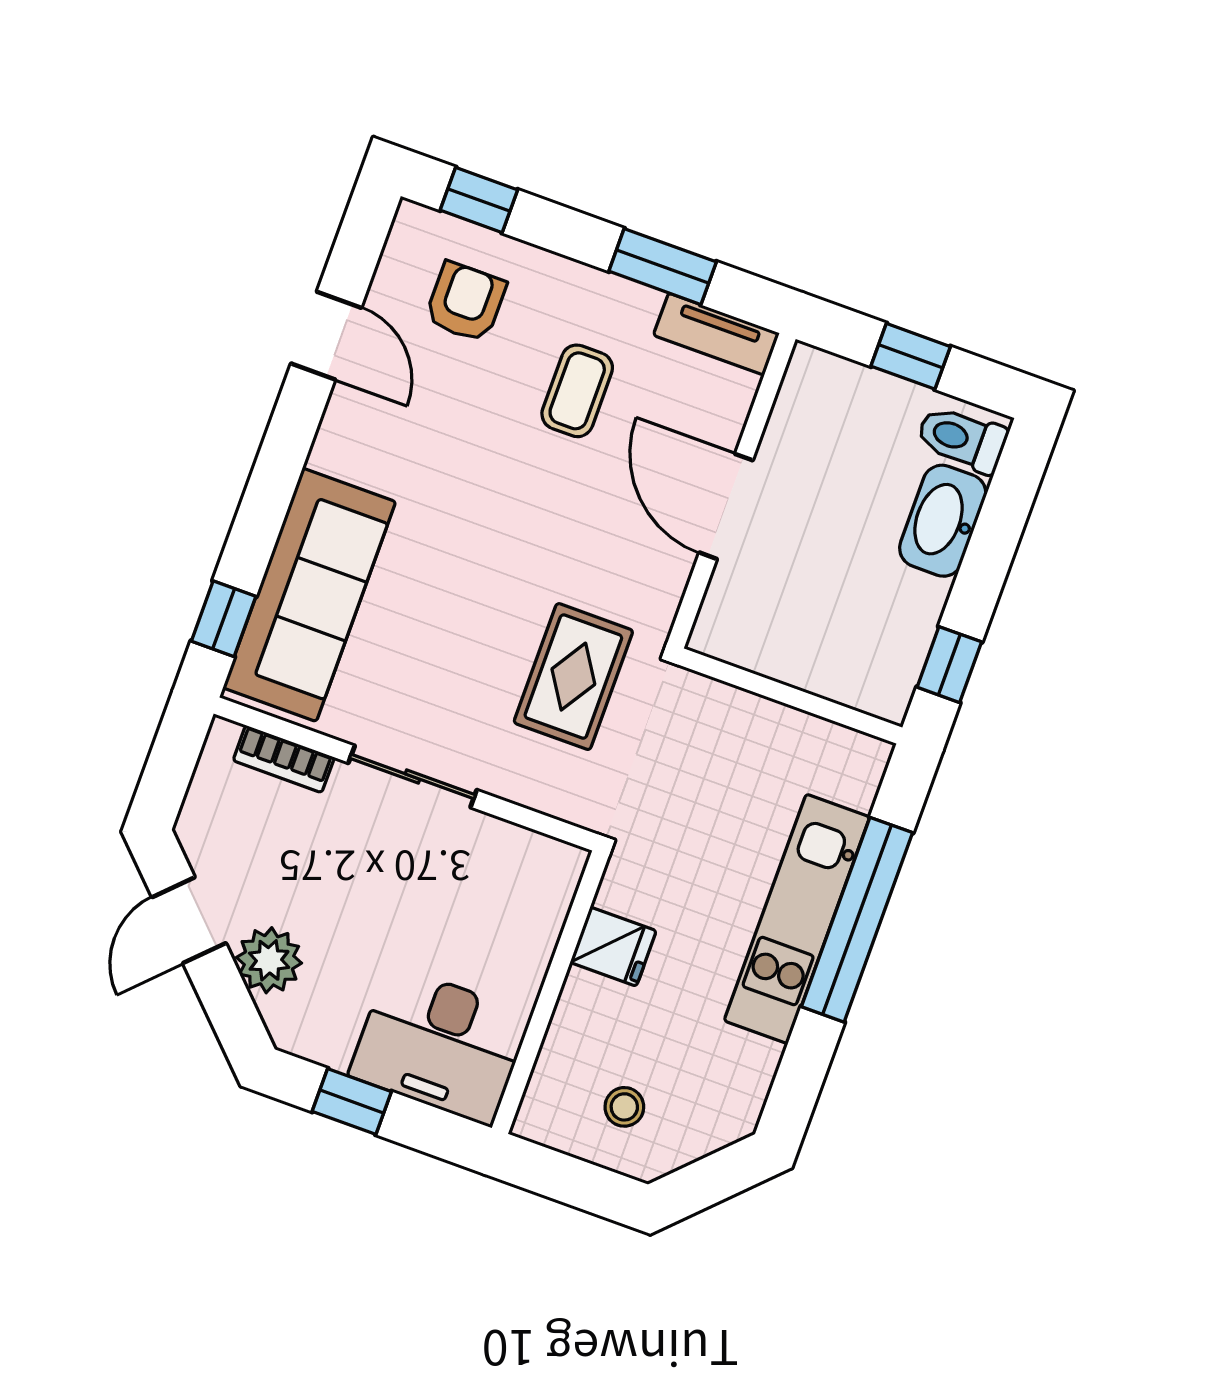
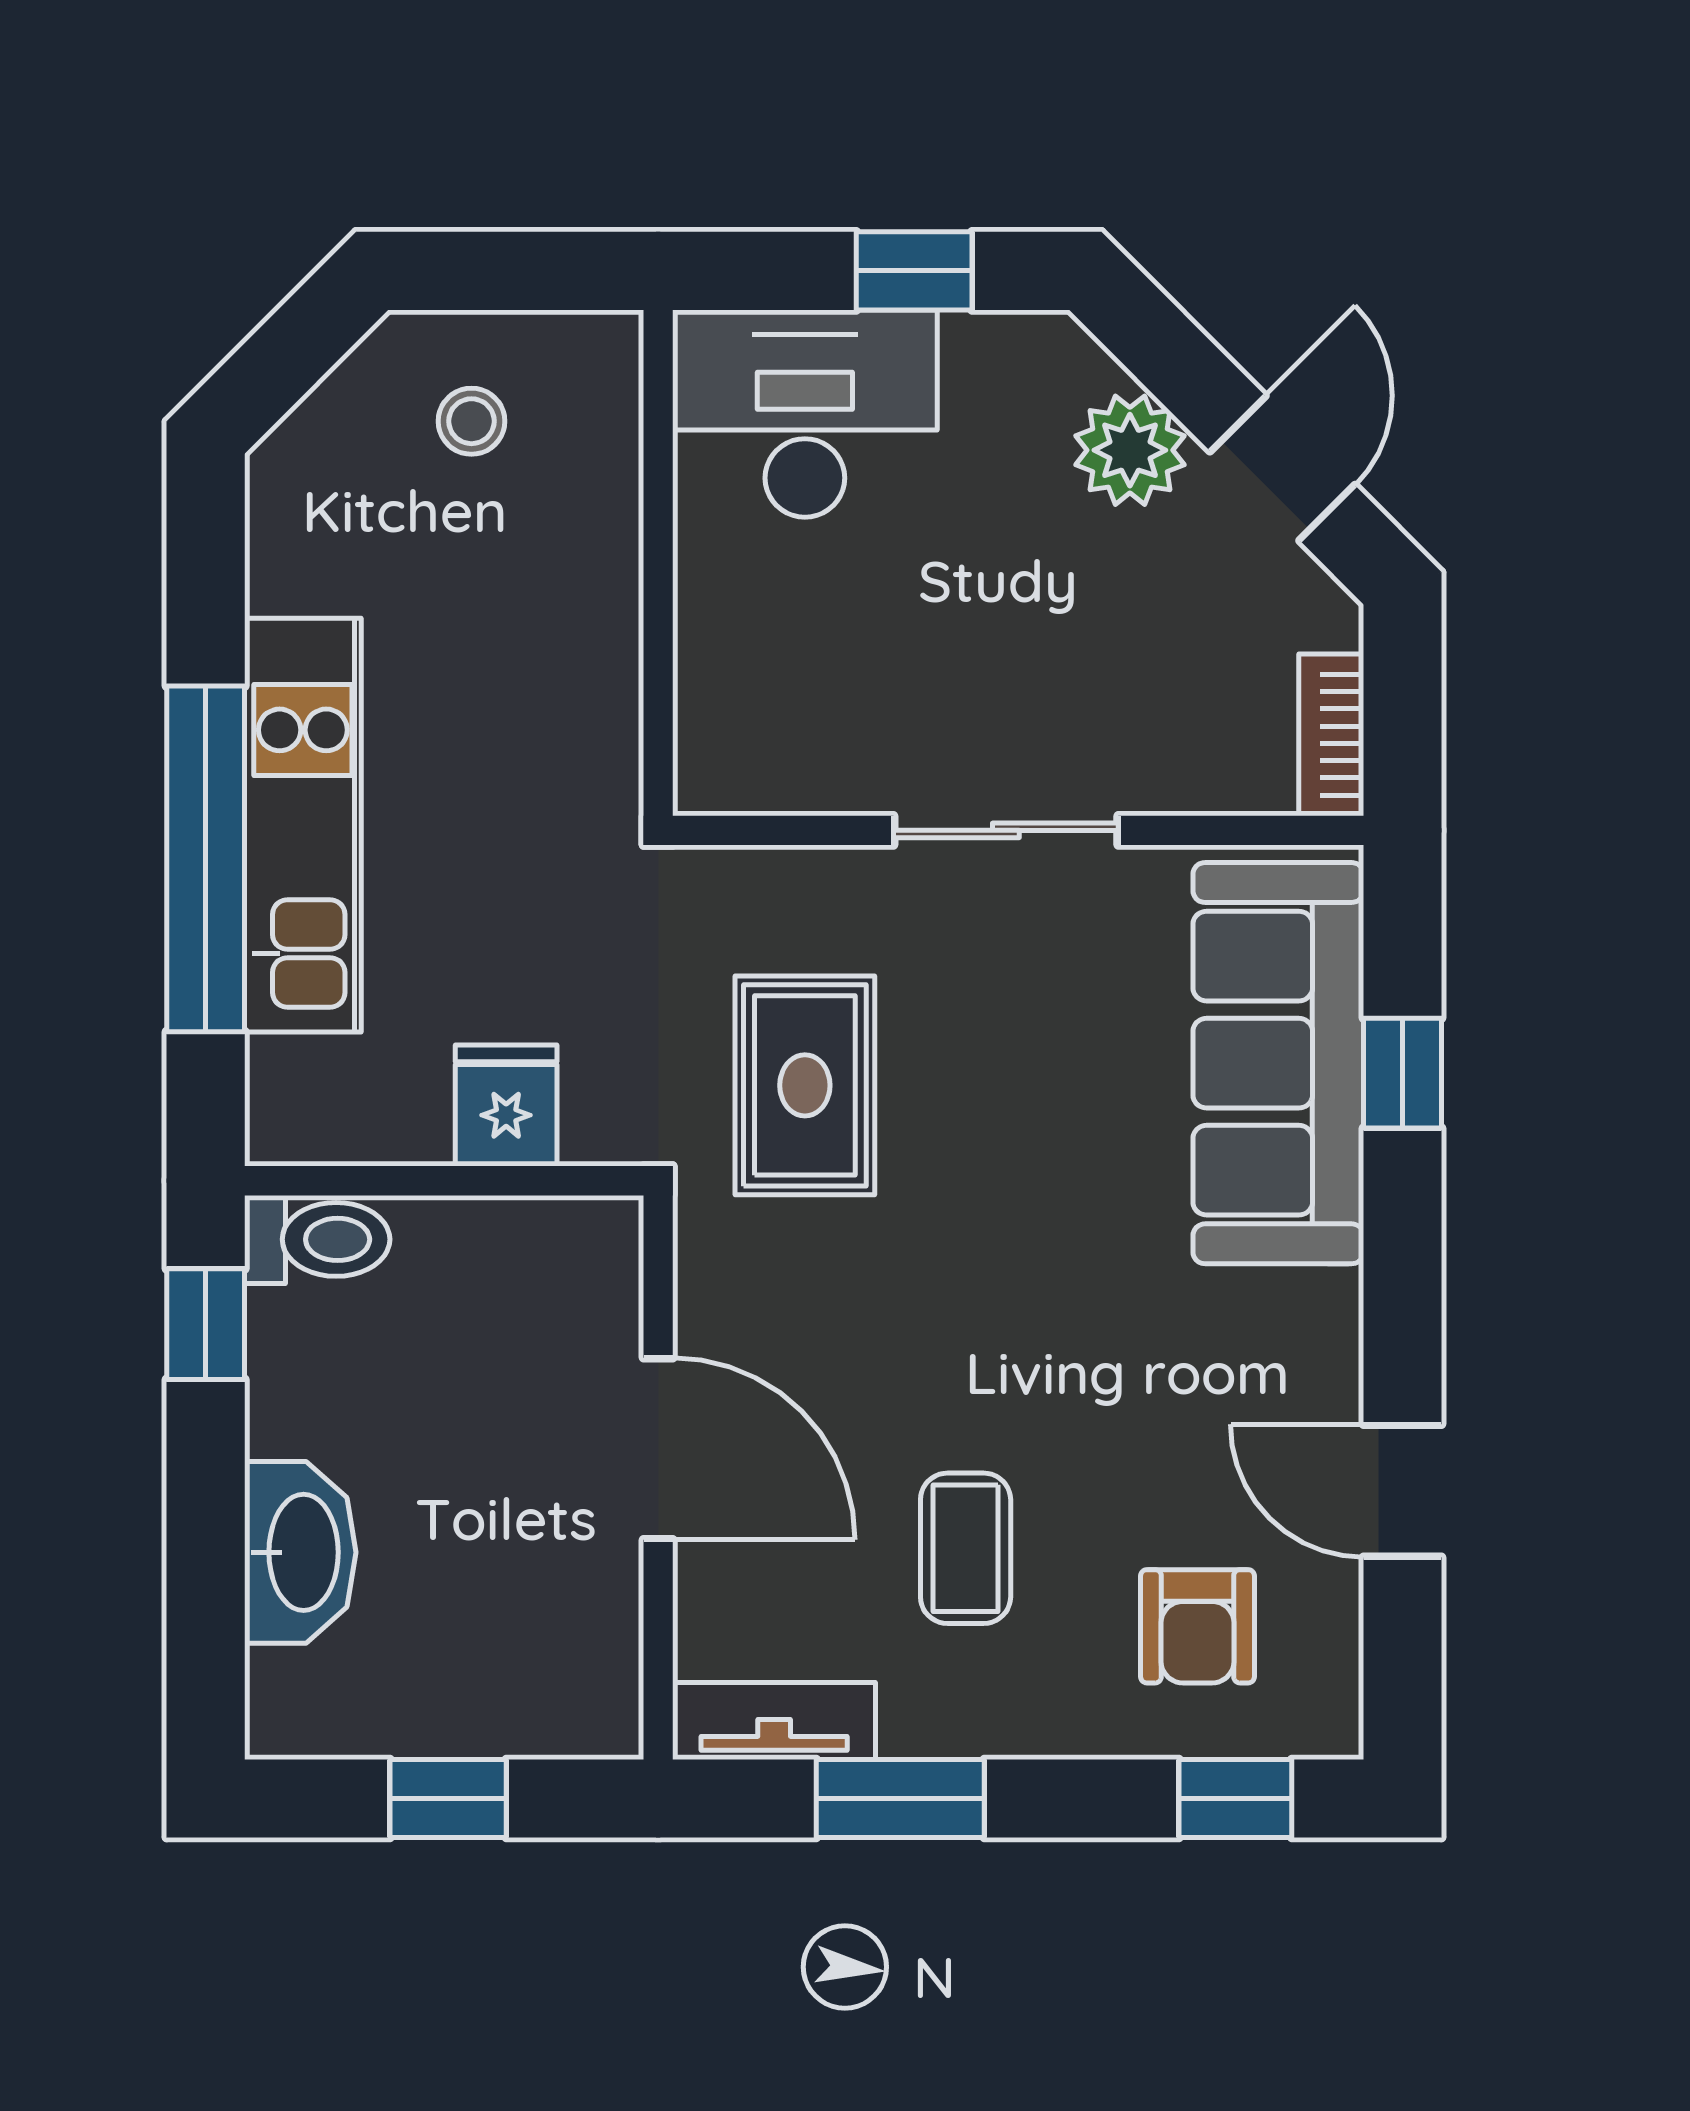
toilet: (962, 439) -> (317, 1239), moved
window: (224, 619) -> (1403, 1073), moved
bookcase: (284, 759) -> (1331, 735), moved, turned -90
fridge: (613, 947) -> (506, 1106), moved, turned 90

